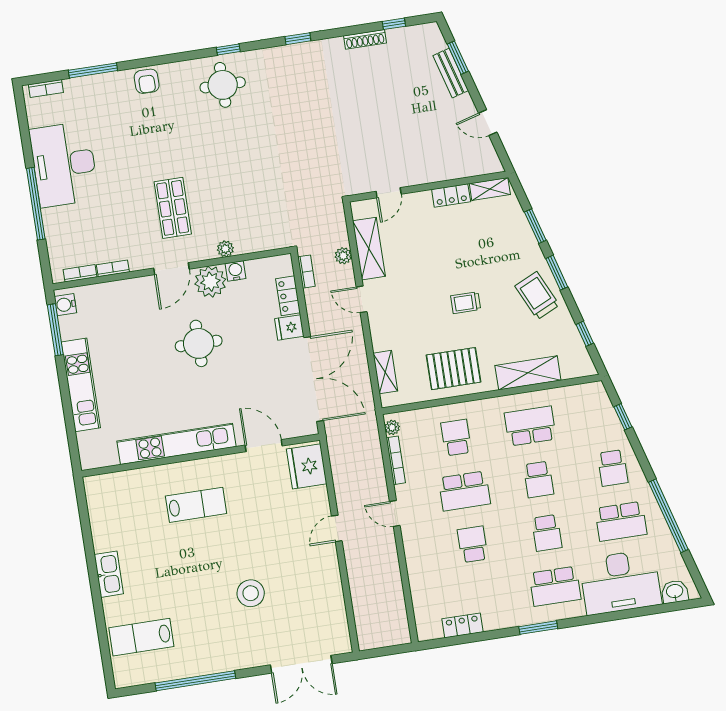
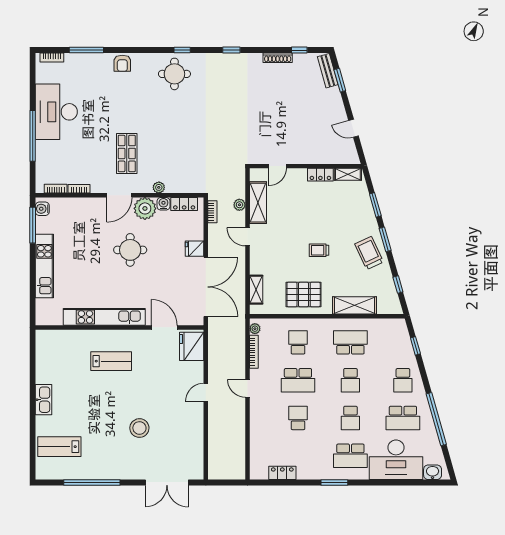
bench: (451, 73) -> (328, 71), moved
locker: (288, 296) -> (184, 204), moved, turned -90

